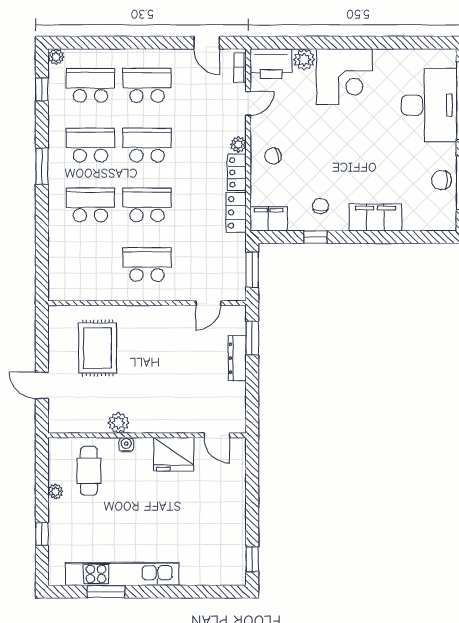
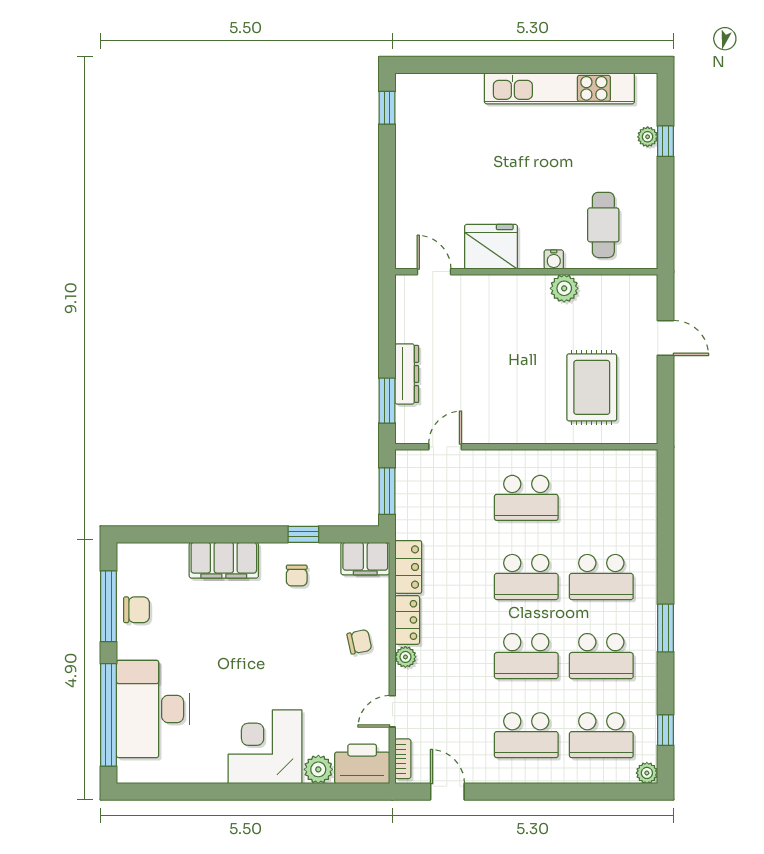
plant: (55, 491) -> (648, 137), moved
window: (106, 592) -> (580, 65), removed

